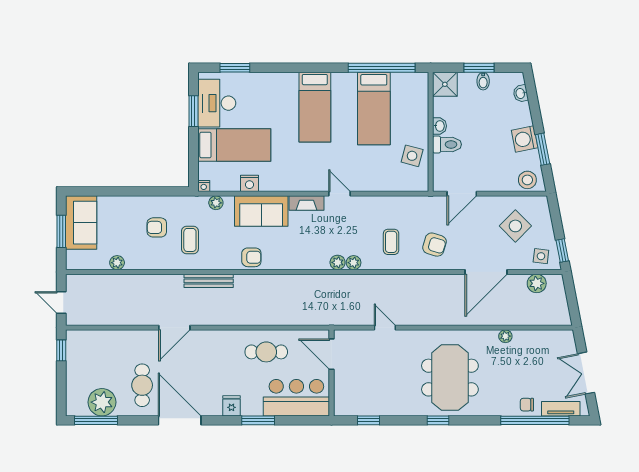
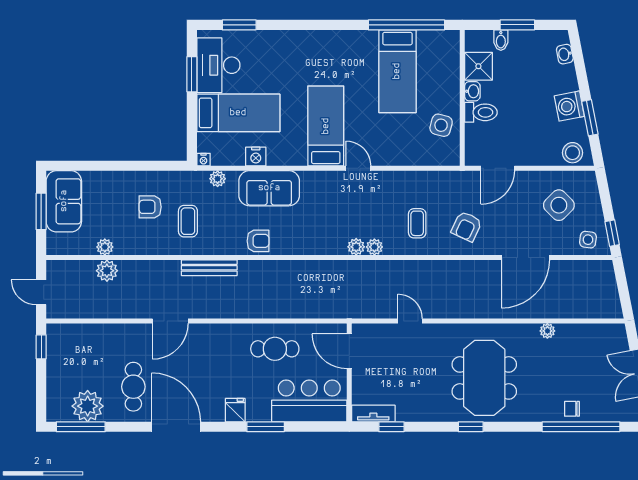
bidet: (483, 81) -> (501, 40), moved
shower: (445, 84) -> (478, 66), moved
bed: (315, 107) -> (326, 126), moved, turned 180
fireplace: (306, 203) -> (321, 179), removed
armchair: (434, 245) -> (467, 226), turned 98
plant: (537, 283) -> (107, 271), moved
tv unit: (561, 409) -> (373, 413), moved

